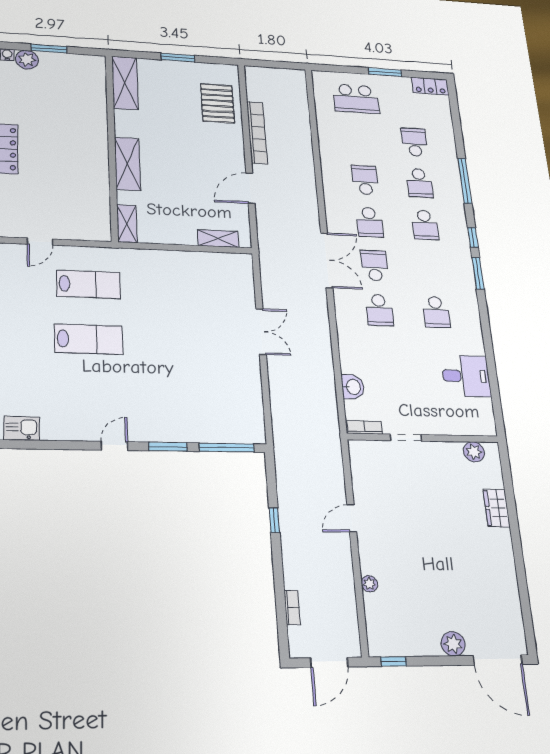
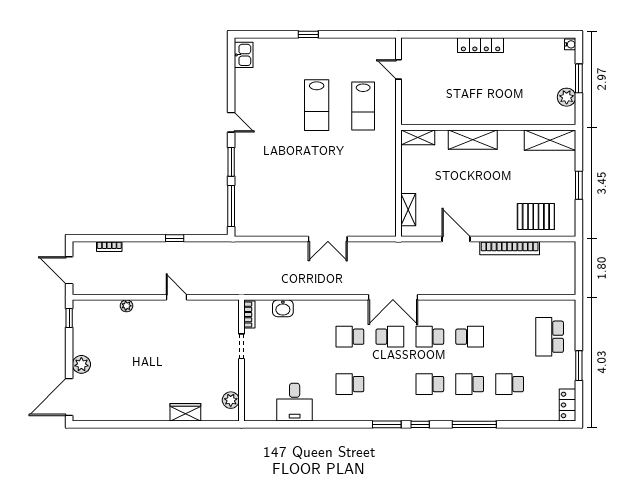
plant: (27, 60) -> (567, 97), moved
school desk: (414, 142) -> (510, 384), turned 180

